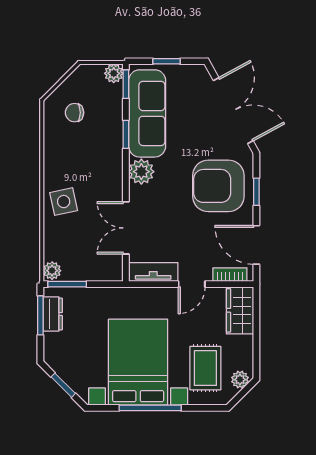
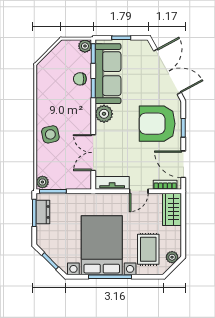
chair: (74, 113) -> (80, 79), moved

